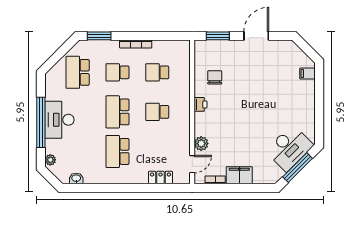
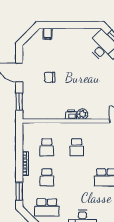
chair: (215, 77) -> (50, 77), moved
school desk: (117, 112) -> (77, 177), removed
plant: (201, 144) -> (82, 114), moved

